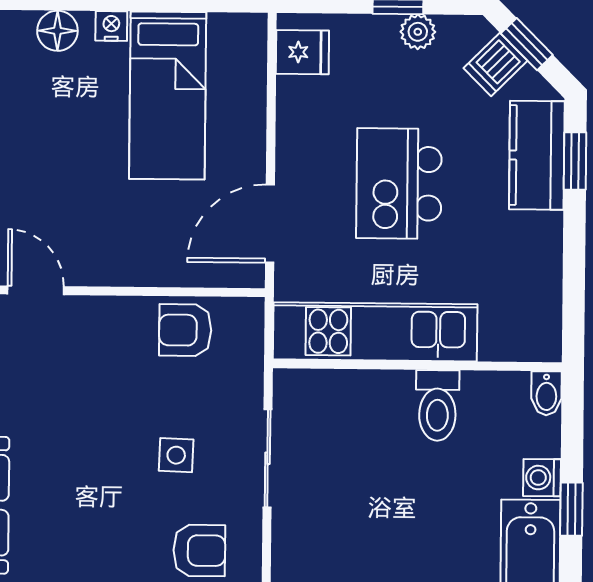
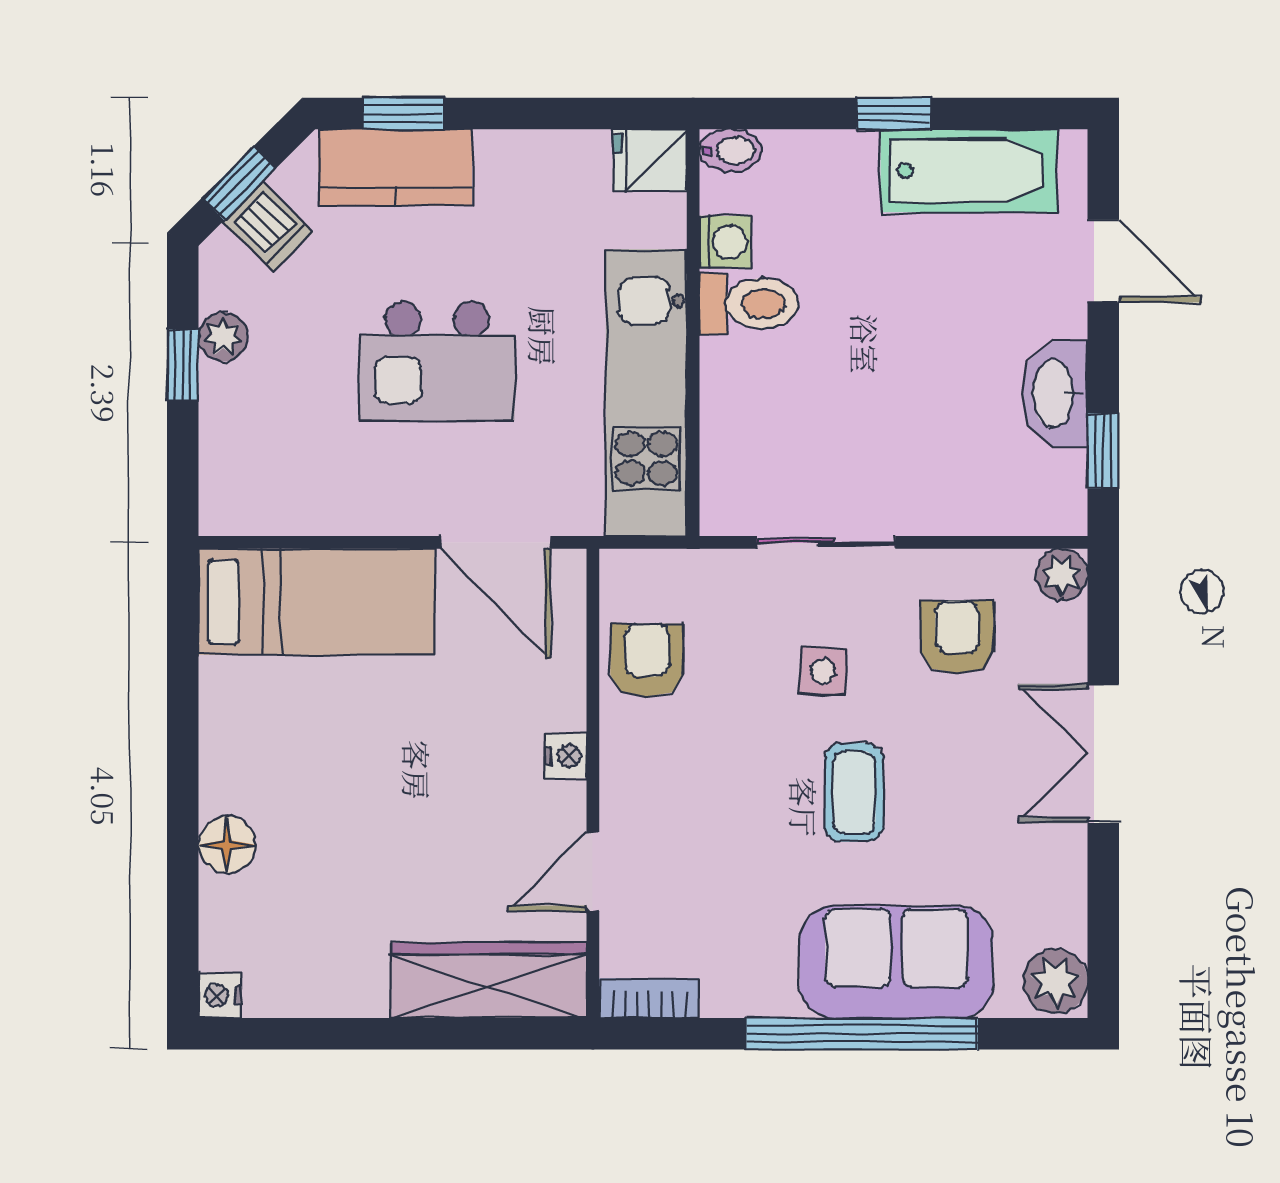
nightstand: (111, 26) -> (566, 756), moved, turned 180
fridge: (302, 52) -> (650, 160), moved, turned -90
bed: (168, 95) -> (317, 602), moved
armchair: (185, 330) -> (647, 660), turned 180
coffee table: (90, 476) -> (854, 792), added
washing machine: (542, 478) -> (726, 242), moved, turned -90

